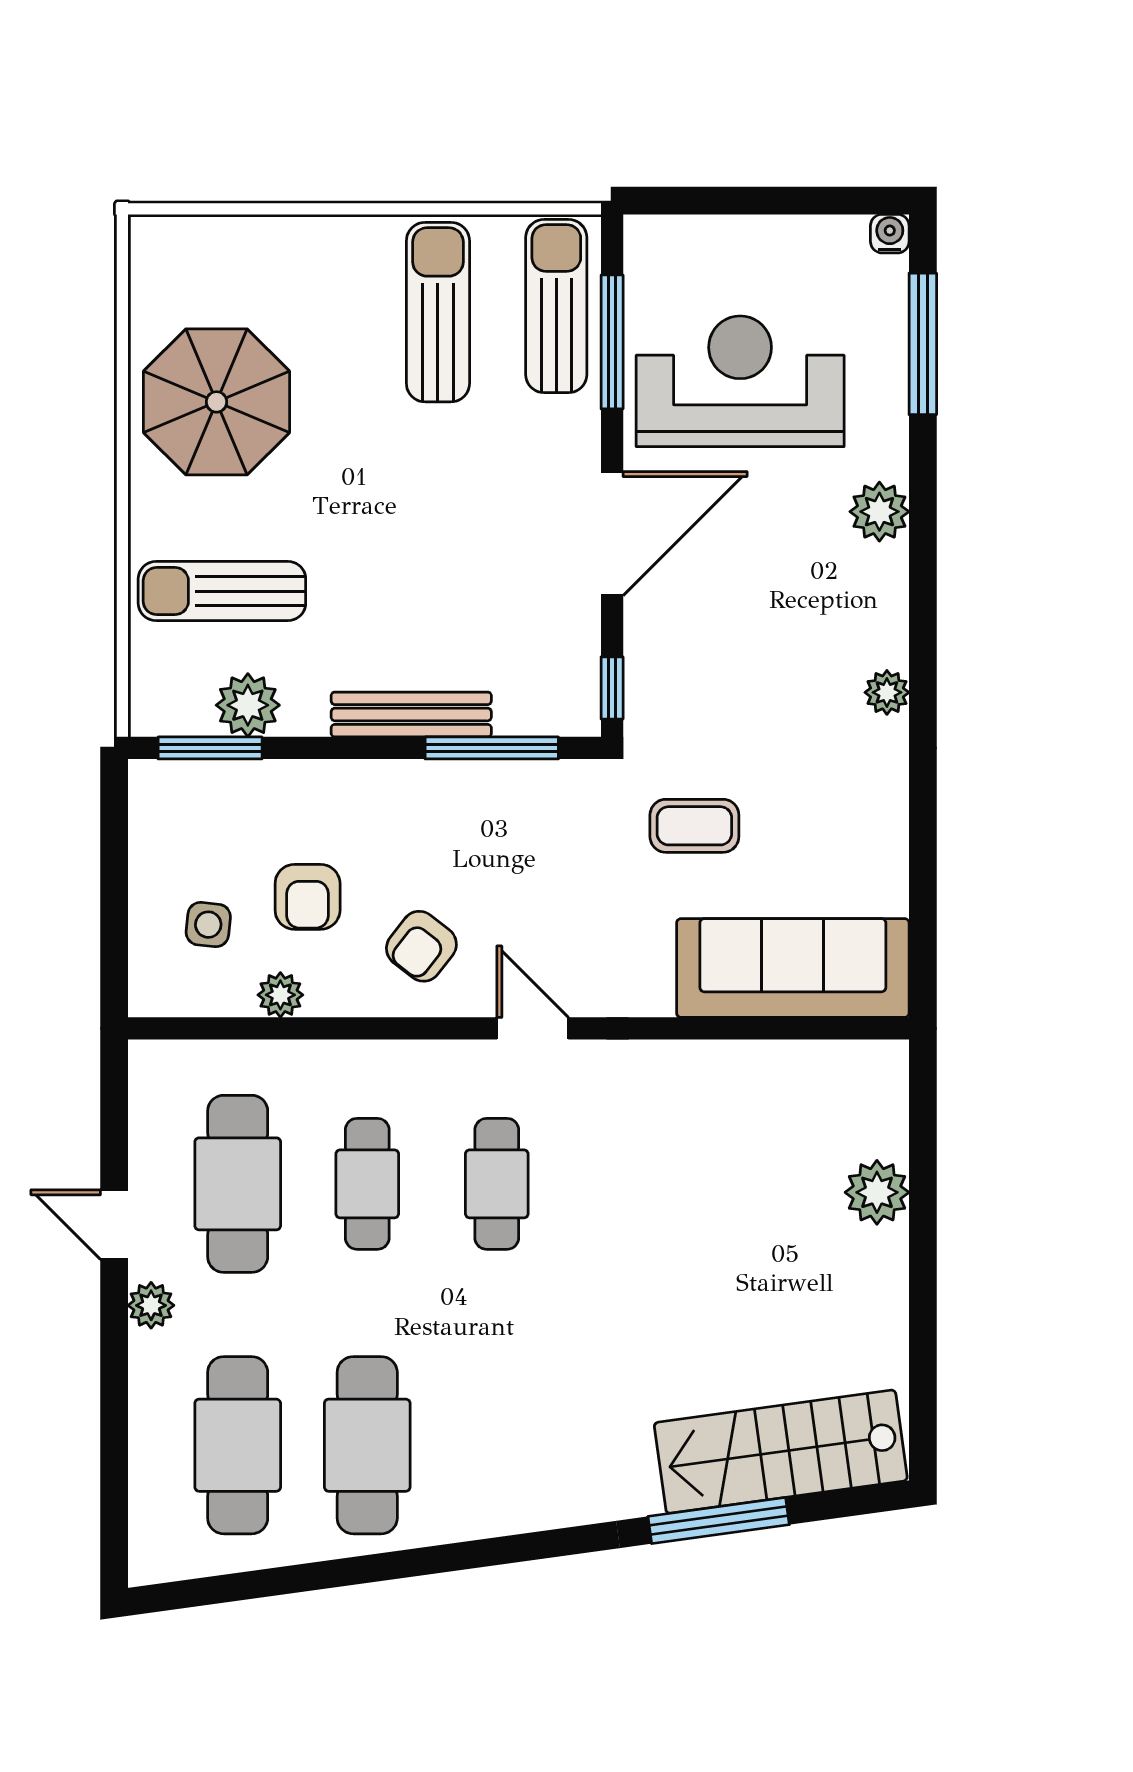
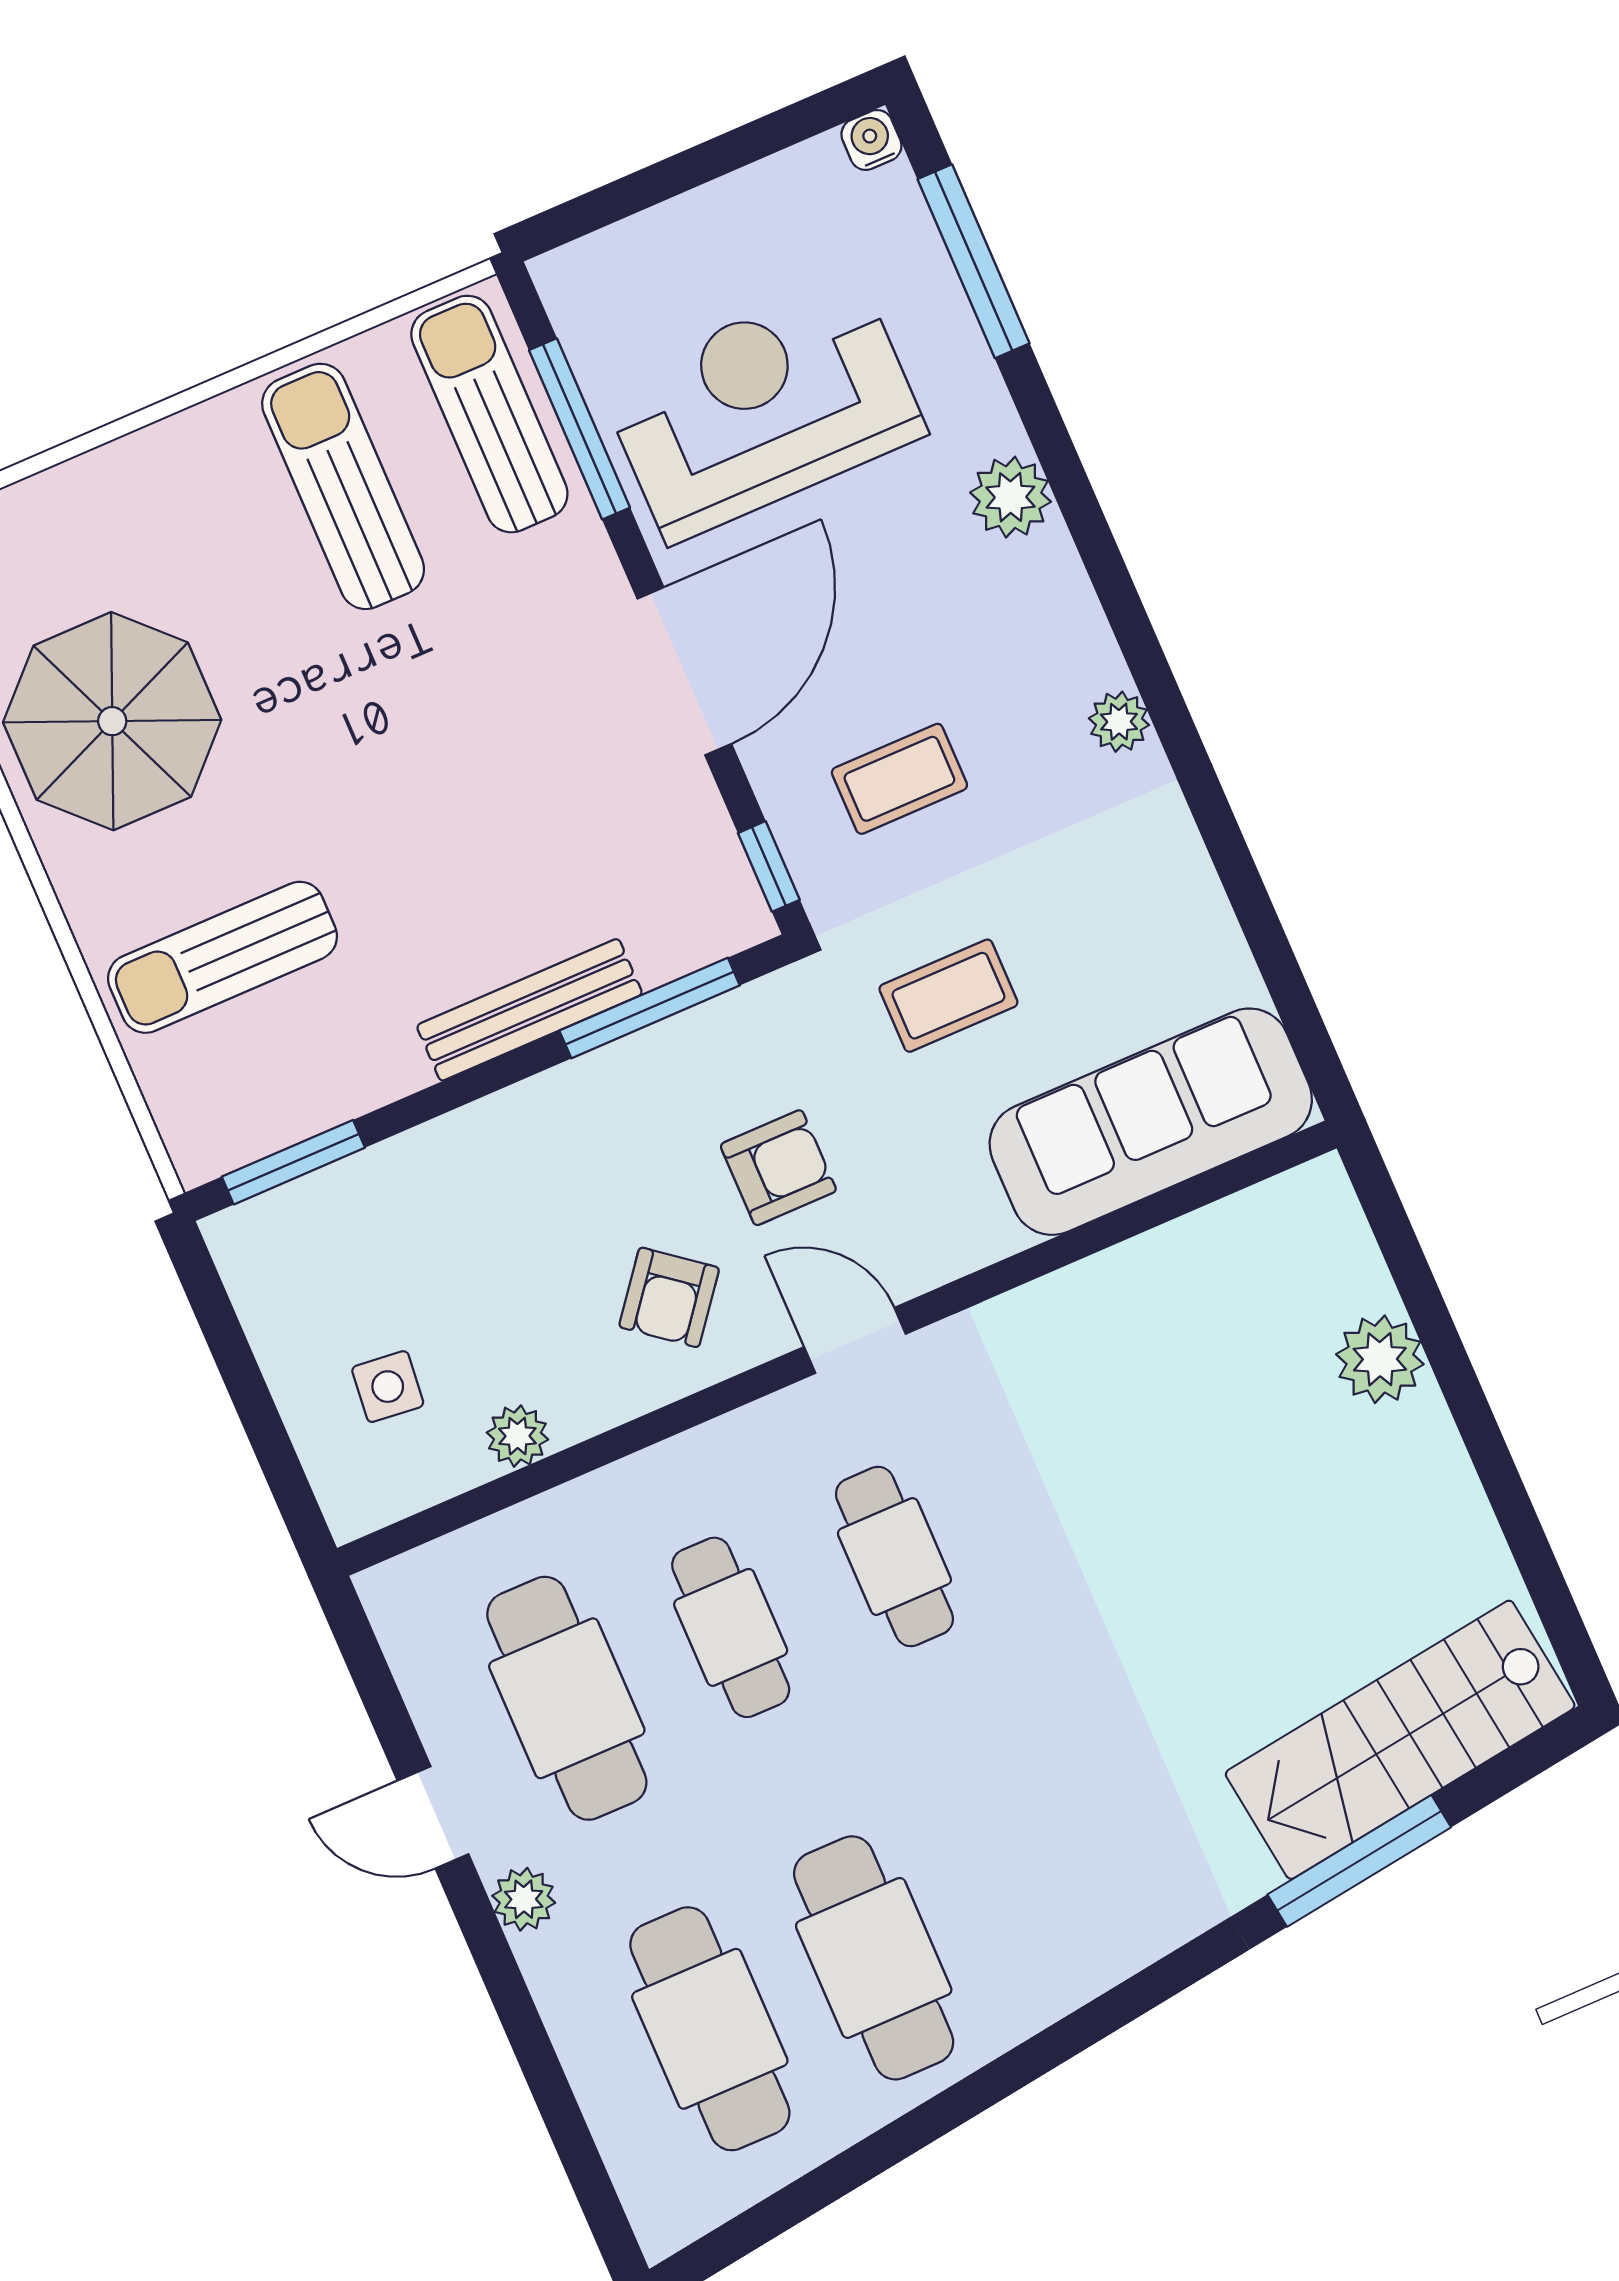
coffee table: (724, 667) -> (899, 779), added
plant: (248, 705) -> (318, 1087), removed
armchair: (308, 897) -> (778, 1168), moved, turned -90

